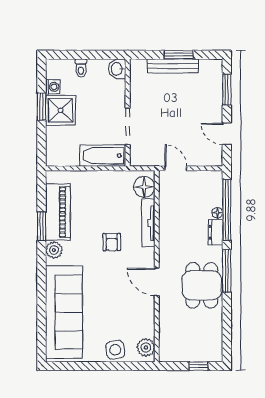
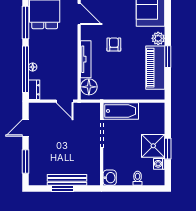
door: (227, 134) -> (25, 128), swing flipped
dresser: (216, 232) -> (34, 90), moved

